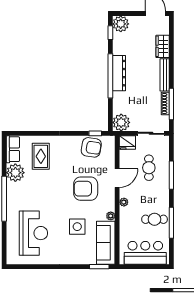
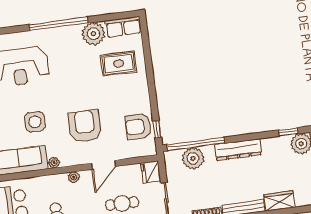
window: (110, 76) -> (196, 144), moved
plant: (121, 122) -> (193, 158), moved
armchair: (91, 147) -> (138, 126), turned 81
door: (117, 178) -> (103, 165), hinge flipped

